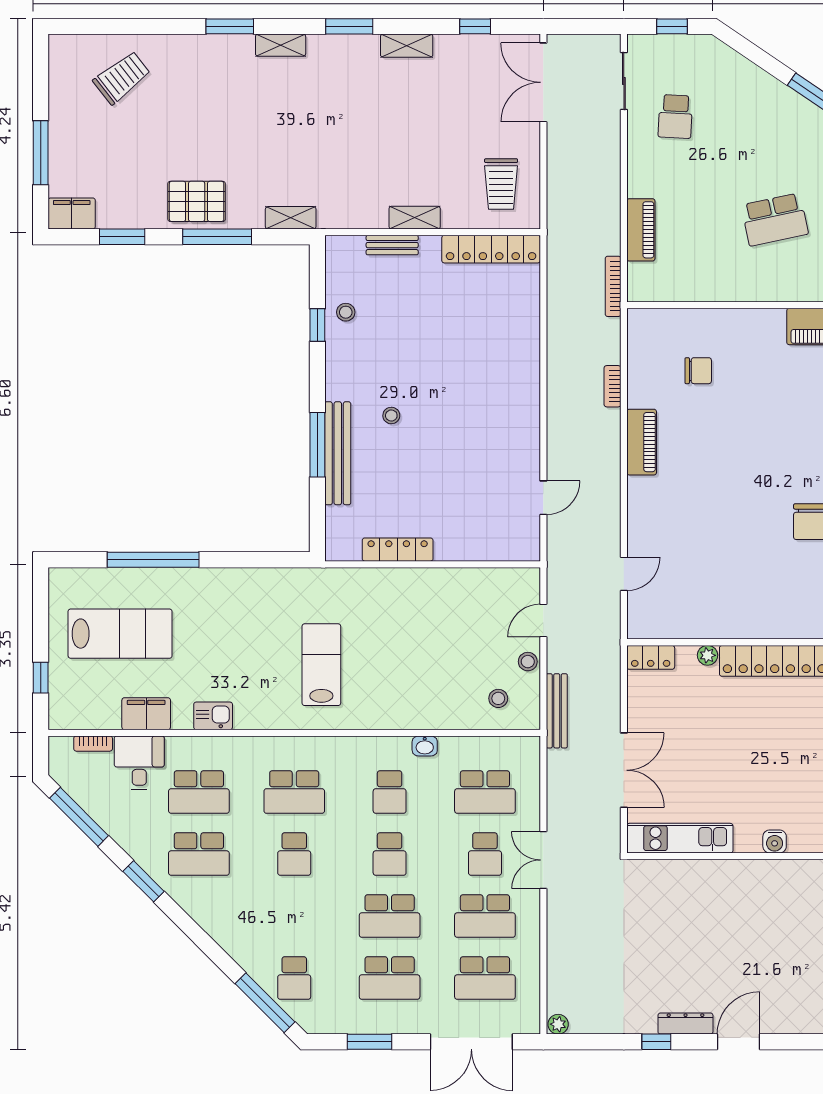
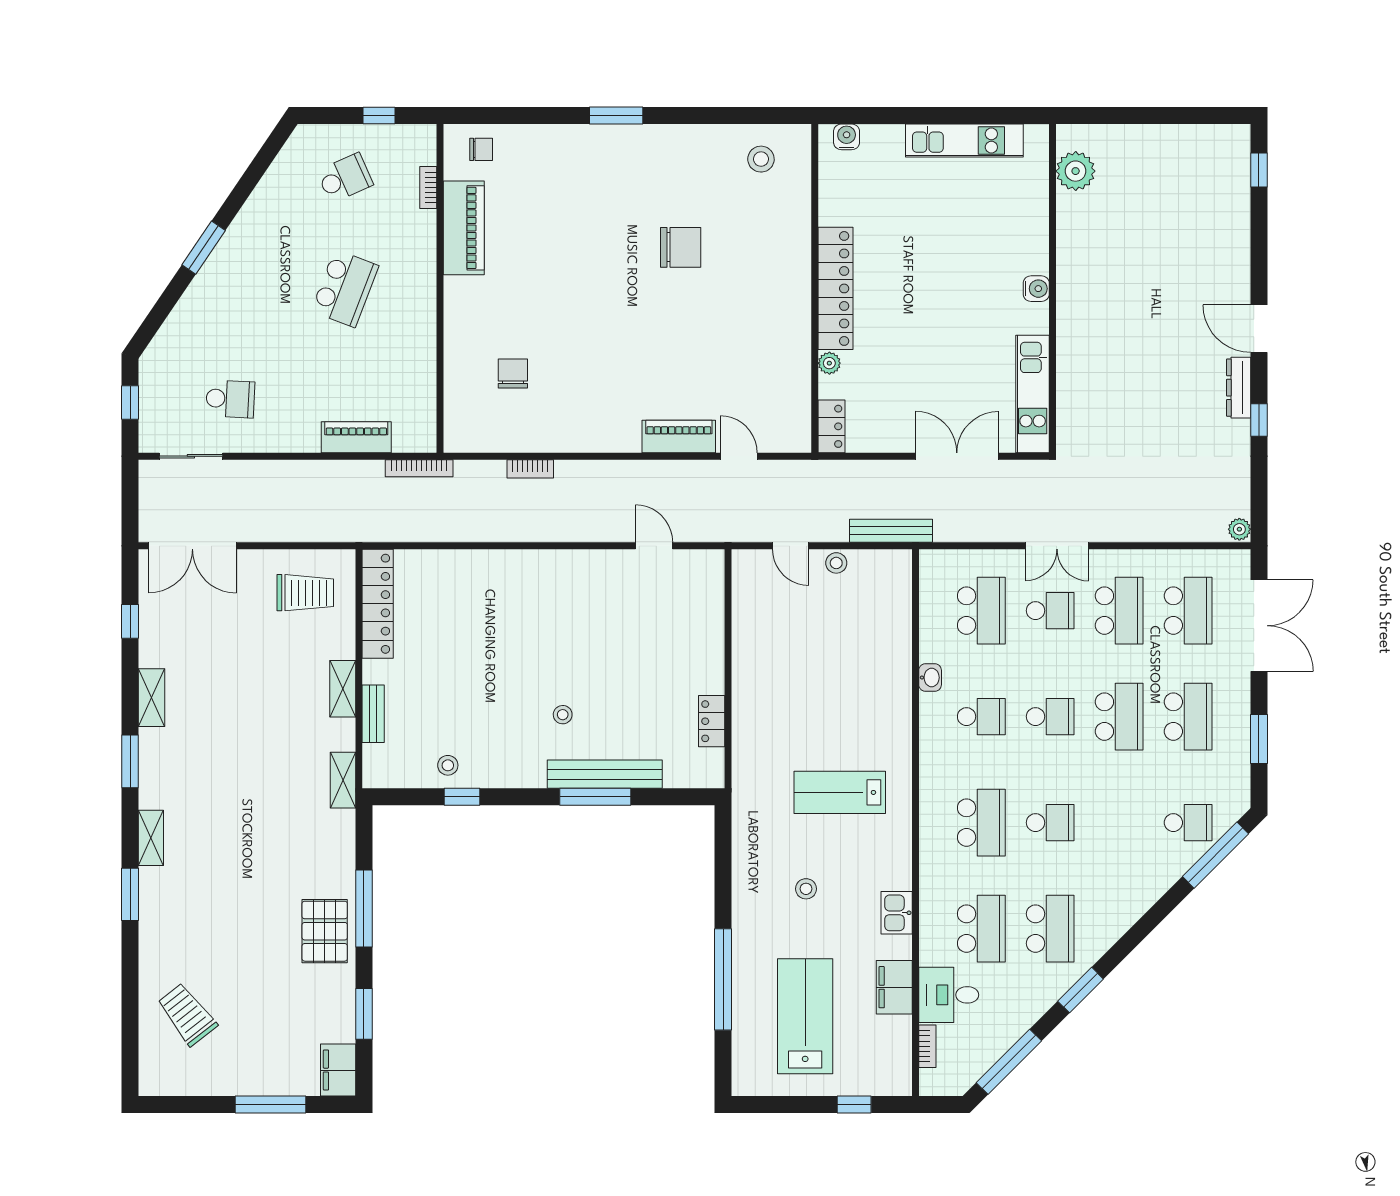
shelving: (291, 218) -> (343, 780), moved
school desk: (775, 220) -> (345, 288), turned 33
piano: (642, 442) -> (679, 436), moved
locker: (398, 550) -> (712, 721), width x0.66
stool: (498, 698) -> (806, 889), moved

